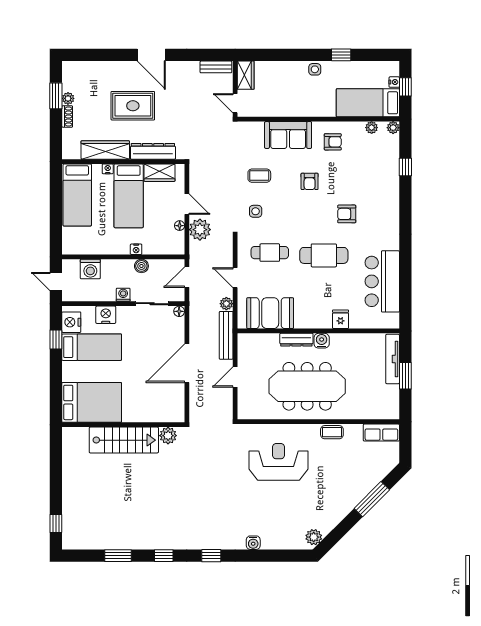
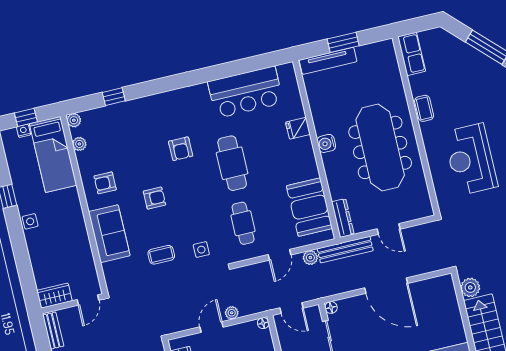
armchair: (333, 142) -> (105, 183), turned -90
coffee table: (259, 176) -> (161, 255), turned 90
floor lamp: (180, 226) -> (263, 323), moved
plant: (200, 230) -> (232, 313), width x0.53, depth x0.53
dresser: (296, 340) -> (343, 218), moved

